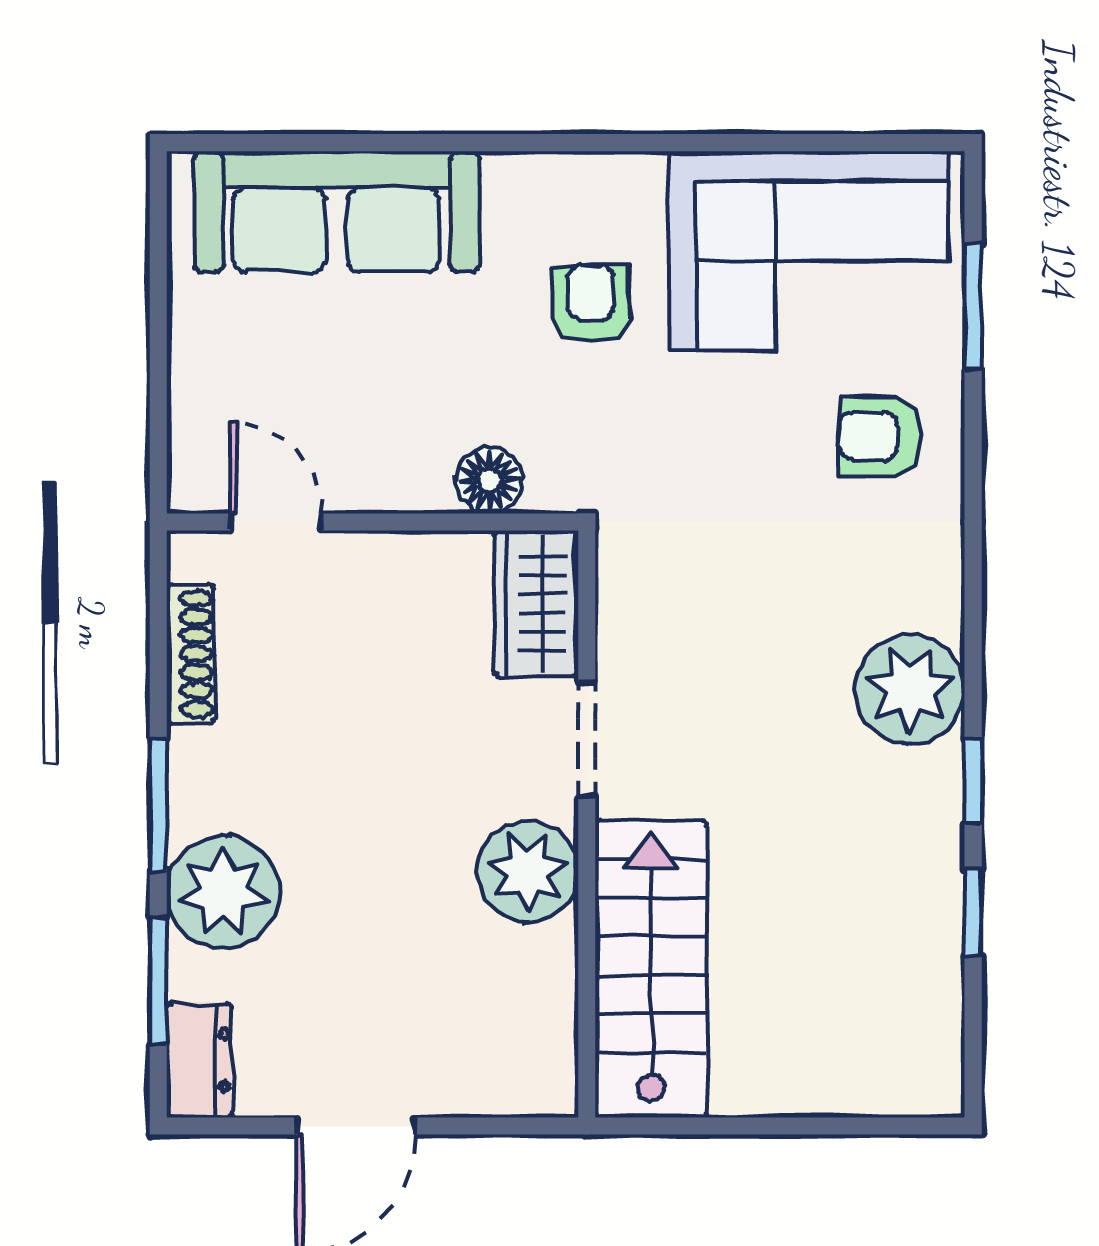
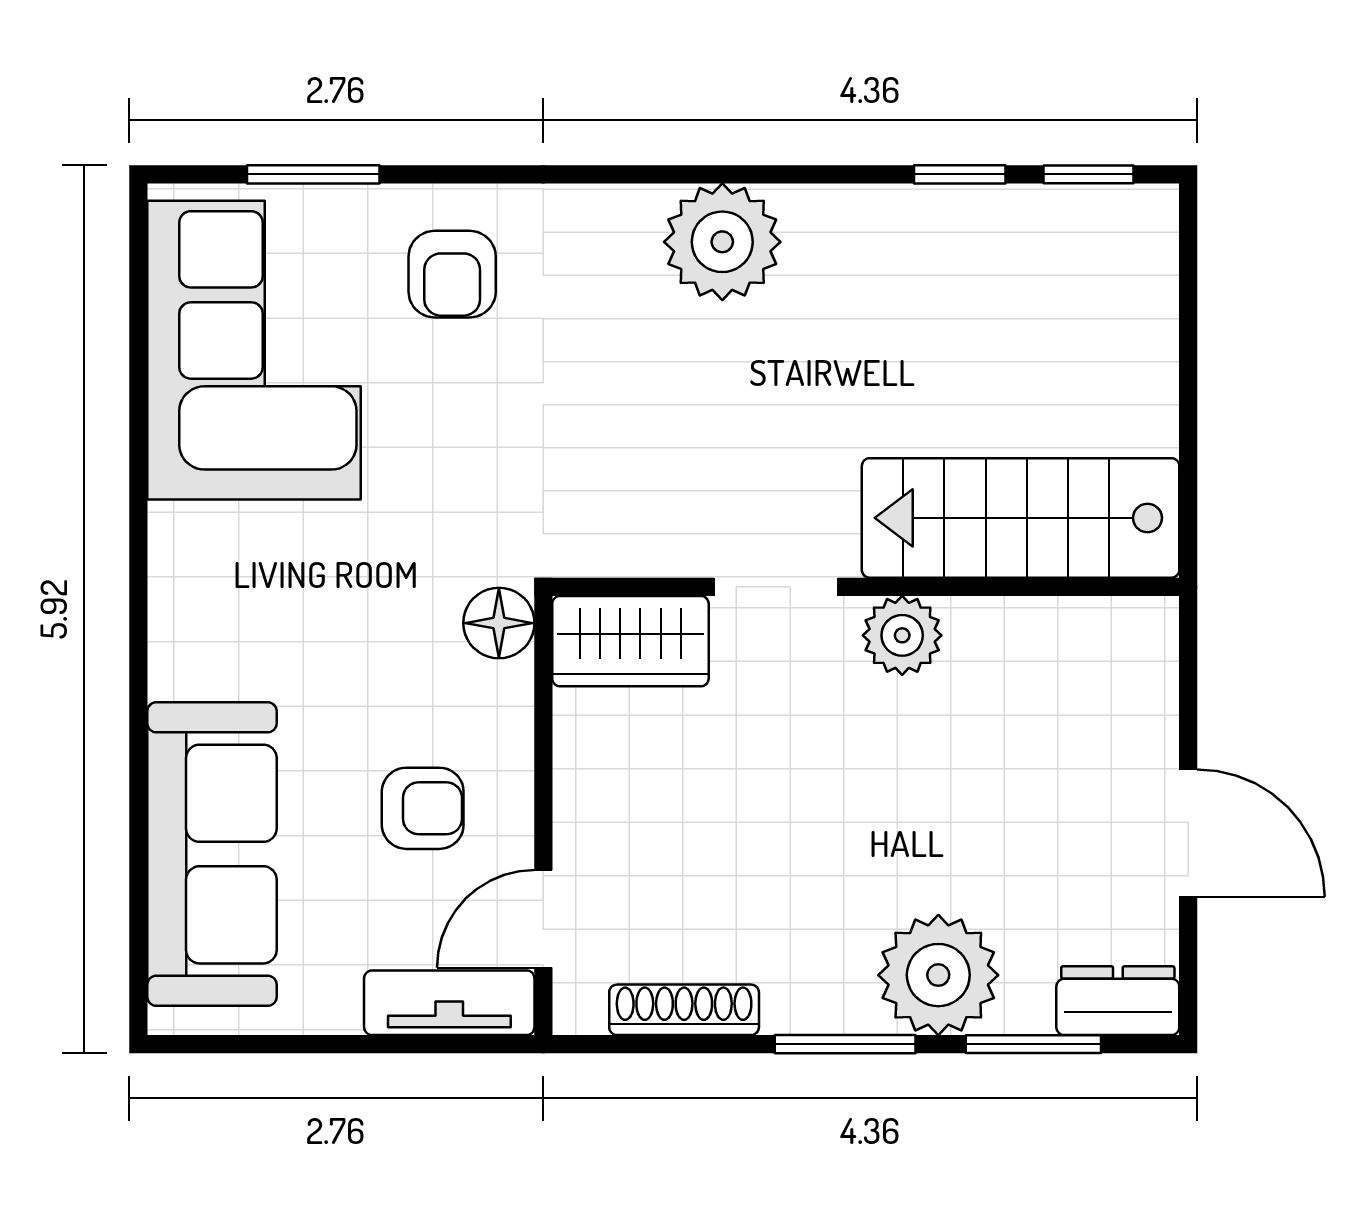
armchair: (591, 303) -> (423, 808), moved, turned 180
tv unit: (197, 434) -> (449, 1003), added
floor lamp: (489, 480) -> (499, 623), moved
window: (973, 781) -> (1089, 174), moved
plant: (528, 872) -> (902, 635), width x0.73, depth x0.73

